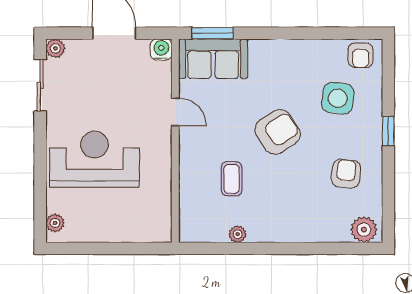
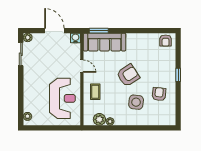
sofa: (213, 59) -> (105, 42), width x1.36
side table: (338, 98) -> (136, 102), moved
reception desk: (95, 159) -> (62, 98), moved, turned 90
coffee table: (232, 179) -> (95, 92), moved
plant: (364, 230) -> (99, 119), moved

